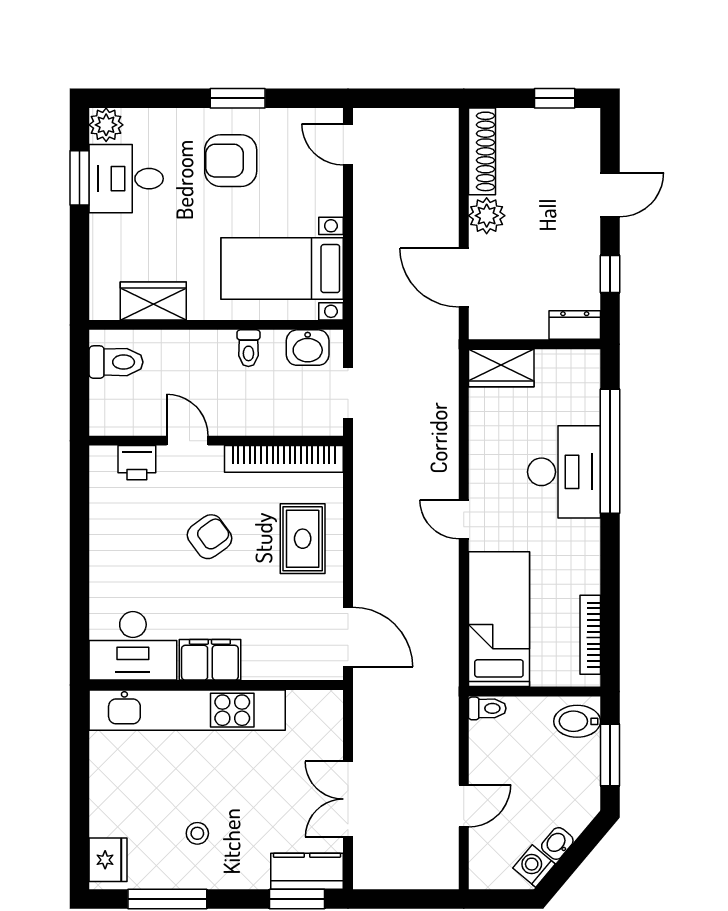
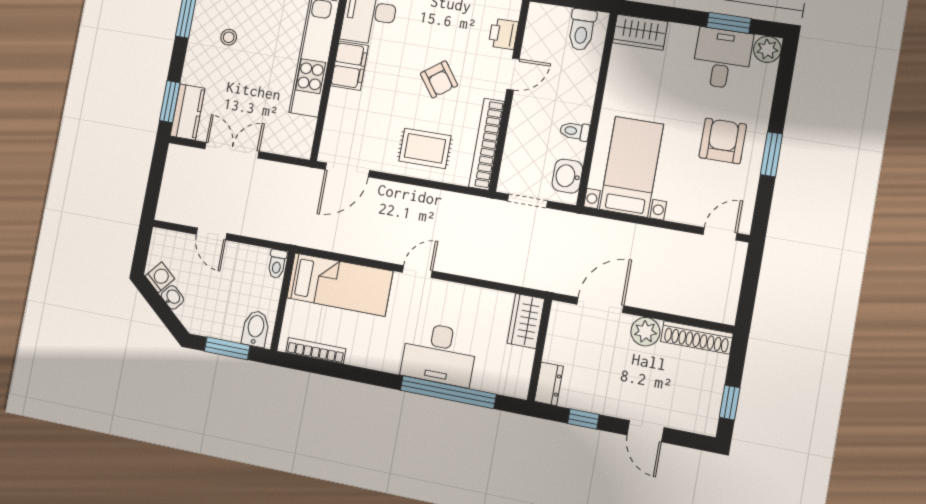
wardrobe: (153, 301) -> (640, 32), moved, turned 90

